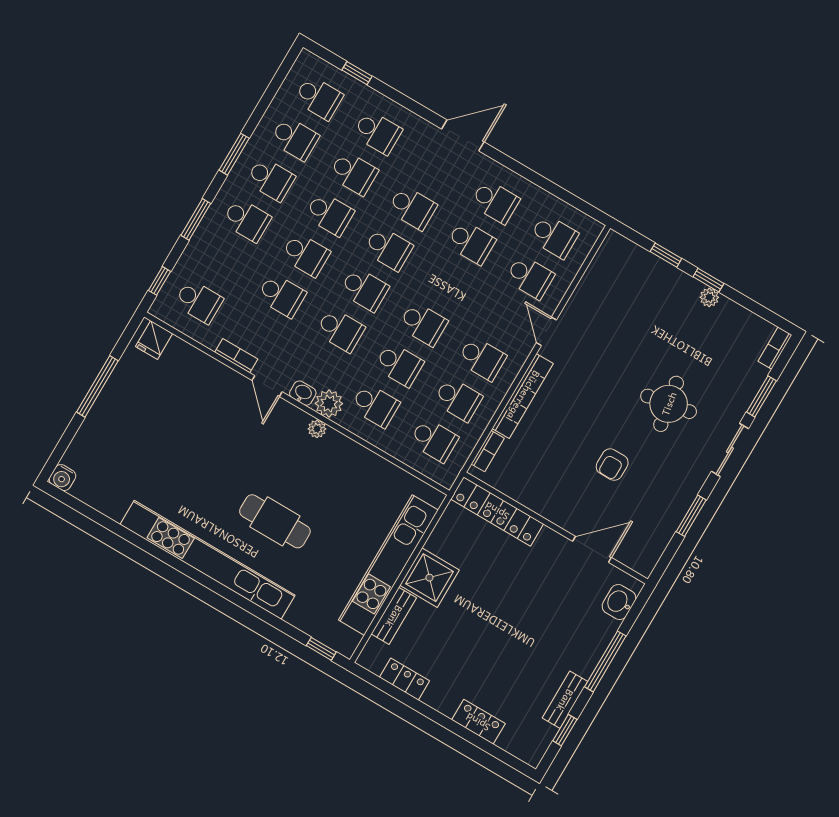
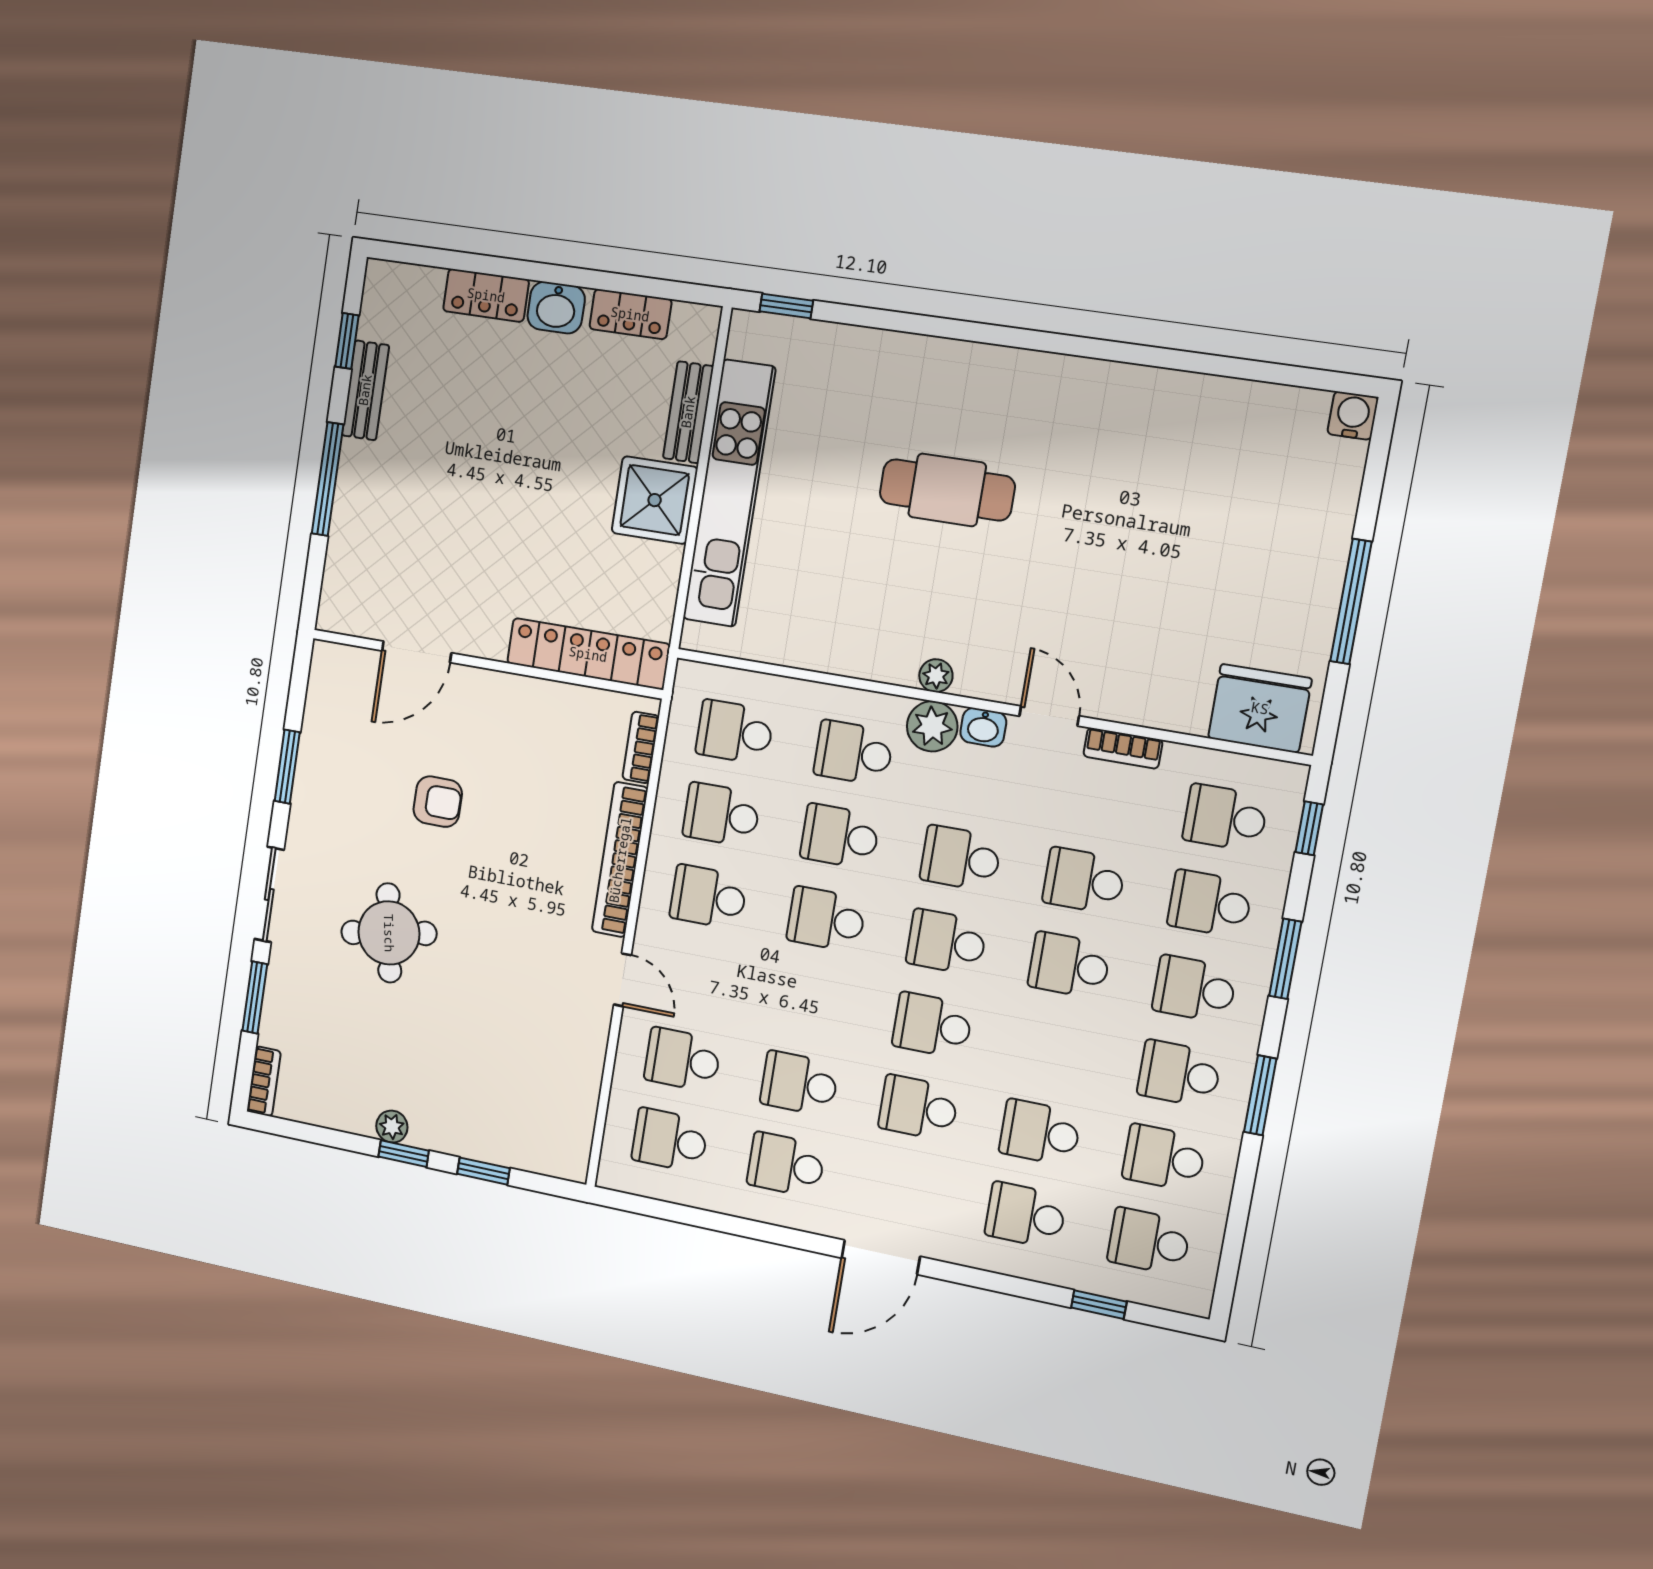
school desk: (329, 214) -> (1210, 904), moved
fridge: (154, 340) -> (1260, 708), width x1.88, depth x1.34
armchair: (612, 465) -> (438, 802), turned 90
kitchen unit: (208, 560) -> (1038, 377), removed
washbasin: (619, 602) -> (556, 308), moved, turned 90

